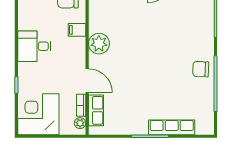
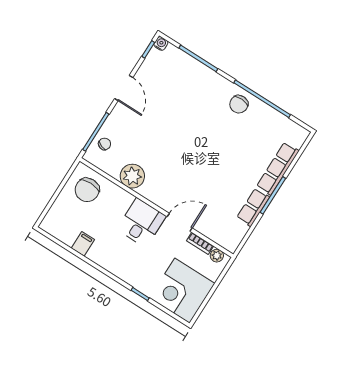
filing cabinet: (77, 30) -> (83, 244), moved, turned 180
plant: (99, 44) -> (132, 176), moved
desk: (34, 46) -> (141, 223), moved, turned 180
row of seats: (96, 110) -> (253, 207), moved, turned -90

